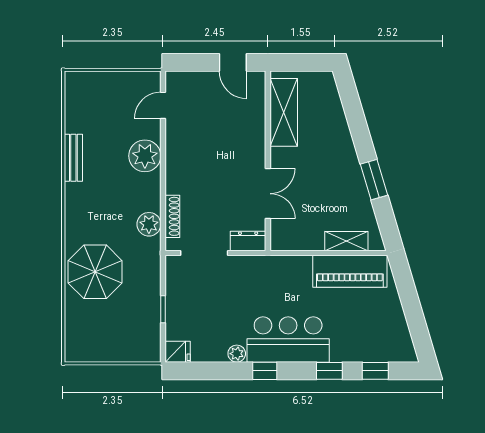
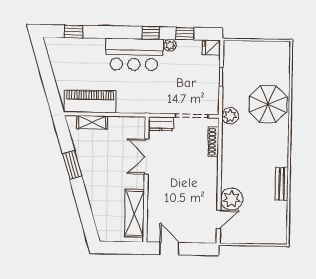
plant: (145, 156) -> (232, 199), moved
plant: (149, 224) -> (230, 116), moved
window: (329, 371) -> (185, 33), moved

